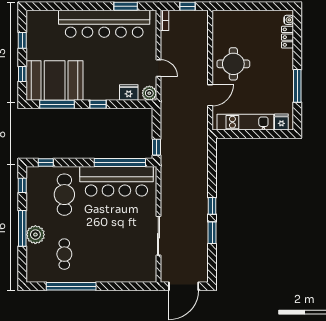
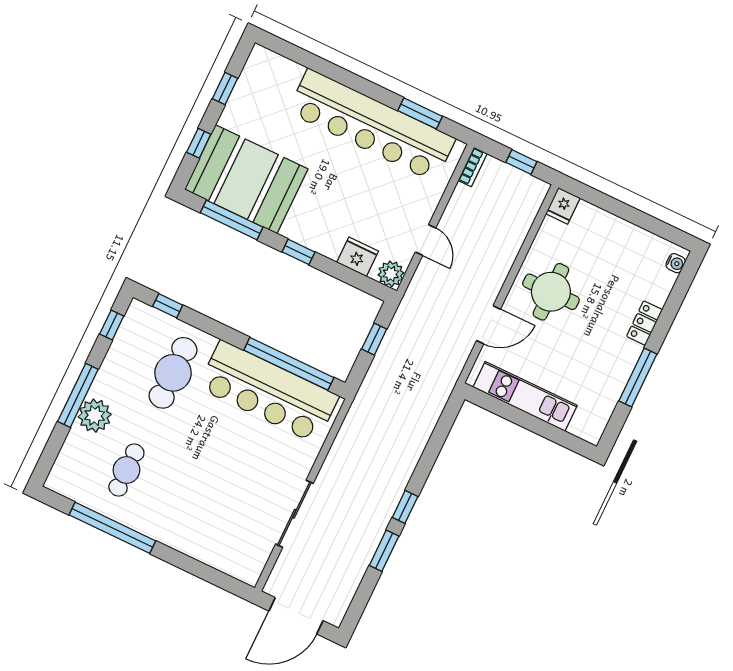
locker: (287, 37) -> (645, 323), moved
fridge: (281, 122) -> (563, 206), moved, turned 180
window: (157, 147) -> (374, 339), moved

